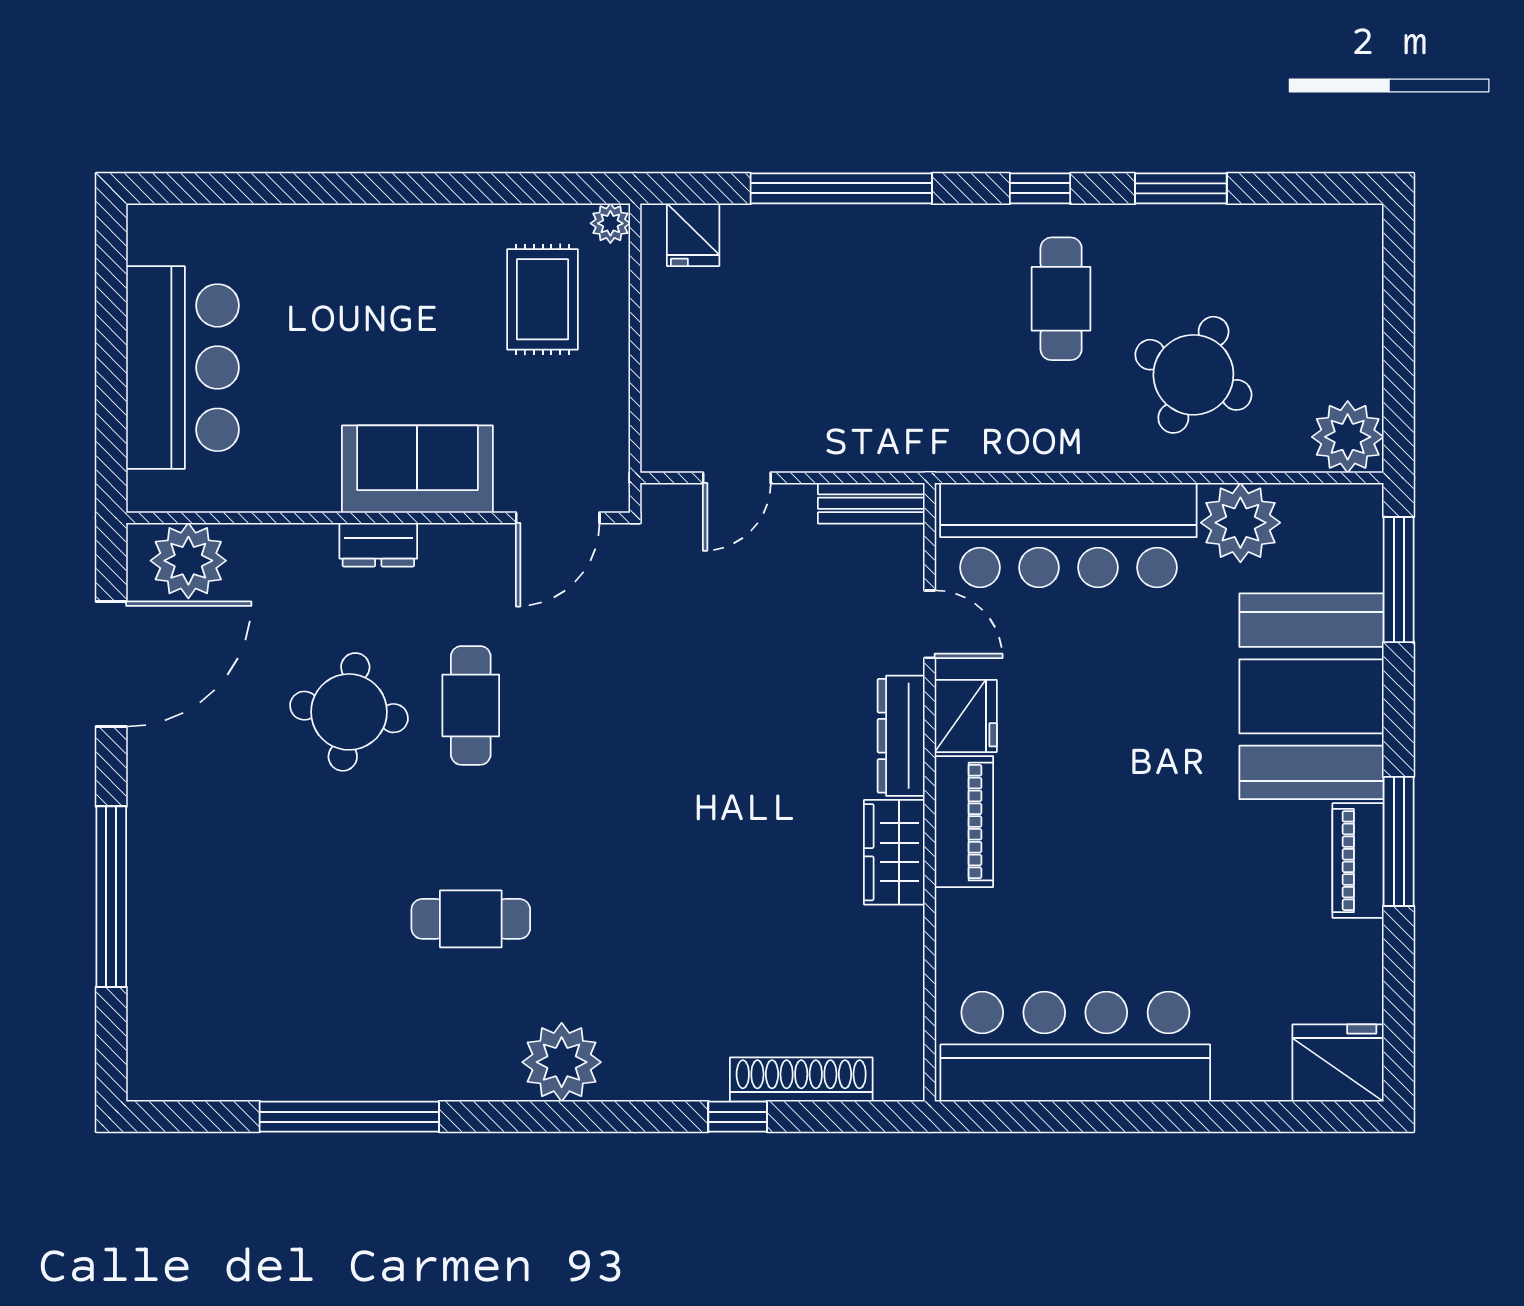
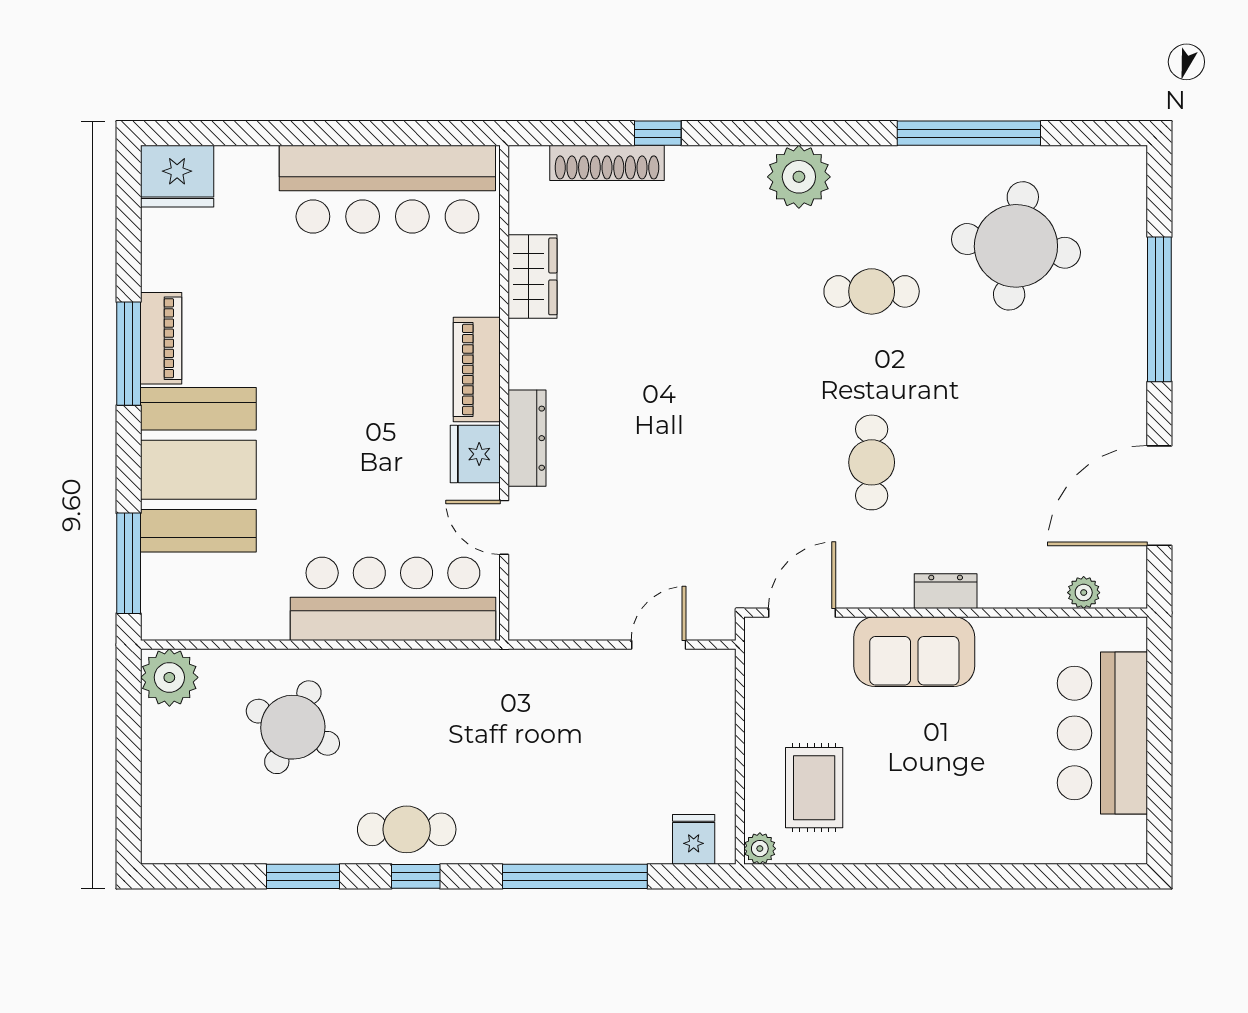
cafe table: (1061, 299) -> (407, 829), moved, turned 90
bench: (871, 503) -> (551, 624), removed
plant: (1240, 523) -> (255, 609), removed
plant: (188, 561) -> (1084, 593), width x0.53, depth x0.53
round table: (349, 712) -> (1016, 246), moved, width x1.36, depth x1.36
wardrobe: (894, 852) -> (532, 276), moved

